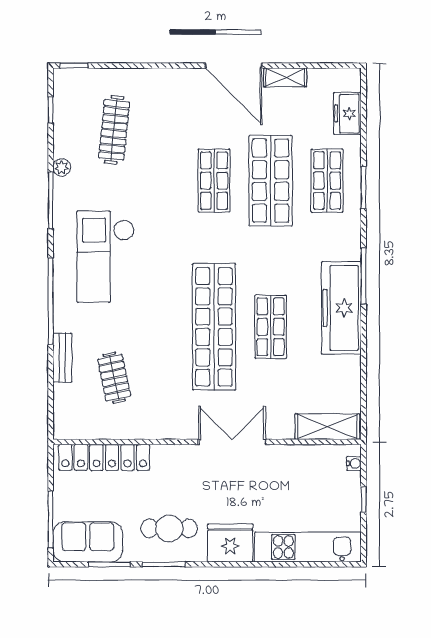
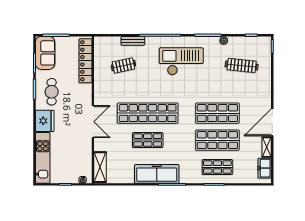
freezer: (347, 113) -> (265, 168), moved, turned -90
shop shelf: (214, 181) -> (217, 113), width x1.43, depth x1.36

